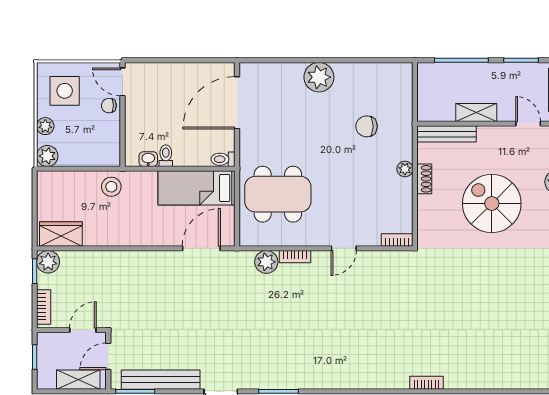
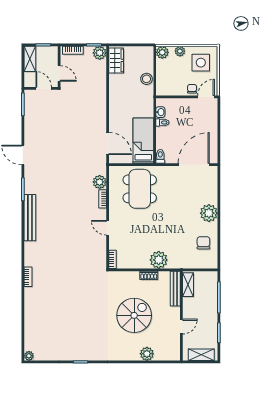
door: (237, 103) -> (194, 165), hinge flipped
shelving: (476, 112) -> (188, 285), moved
door: (528, 124) -> (181, 327), moved
chair: (367, 126) -> (203, 243), moved
plant: (405, 169) -> (159, 260), width x1.88, depth x1.88
stool: (111, 187) -> (147, 79), moved
shelving: (78, 380) -> (30, 59), moved
bench: (161, 380) -> (30, 218), moved

